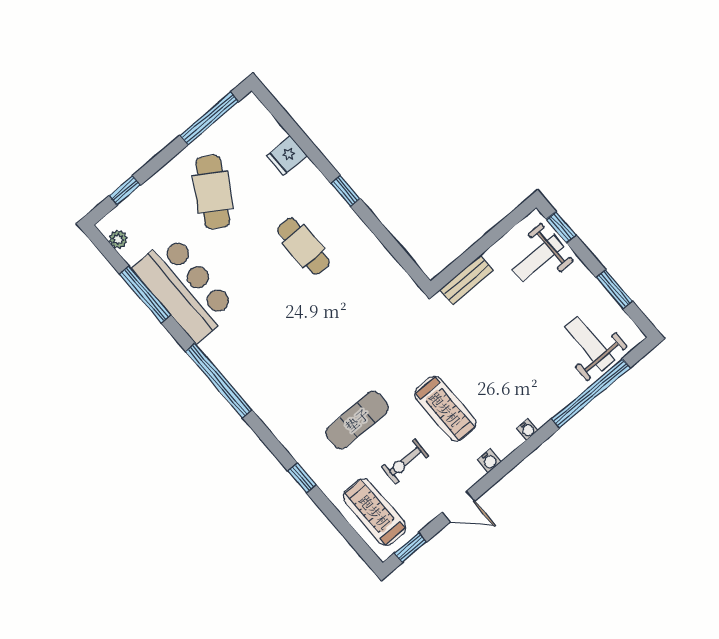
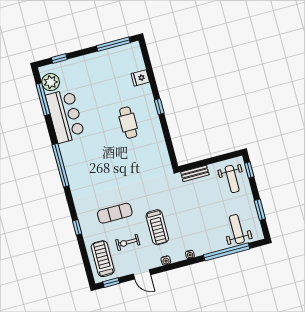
cafe table: (213, 192) -> (99, 78), removed
plant: (118, 239) -> (51, 82), width x1.87, depth x1.87
weight bench: (538, 258) -> (232, 179), turned -90
window: (145, 294) -> (43, 99), moved

